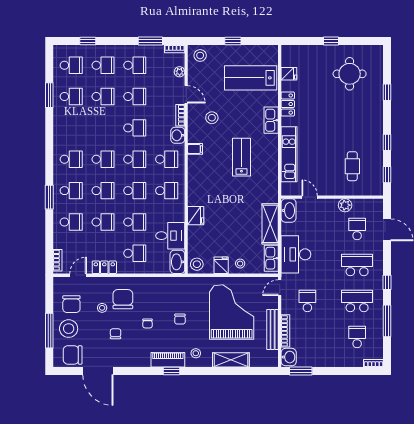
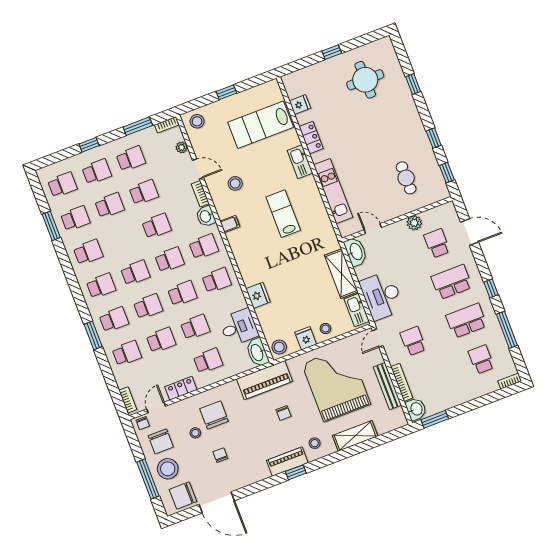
window: (88, 41) -> (89, 145), moved
school desk: (71, 128) -> (88, 252), added
piano: (175, 287) -> (265, 380), added
chair: (148, 323) -> (143, 423), moved

